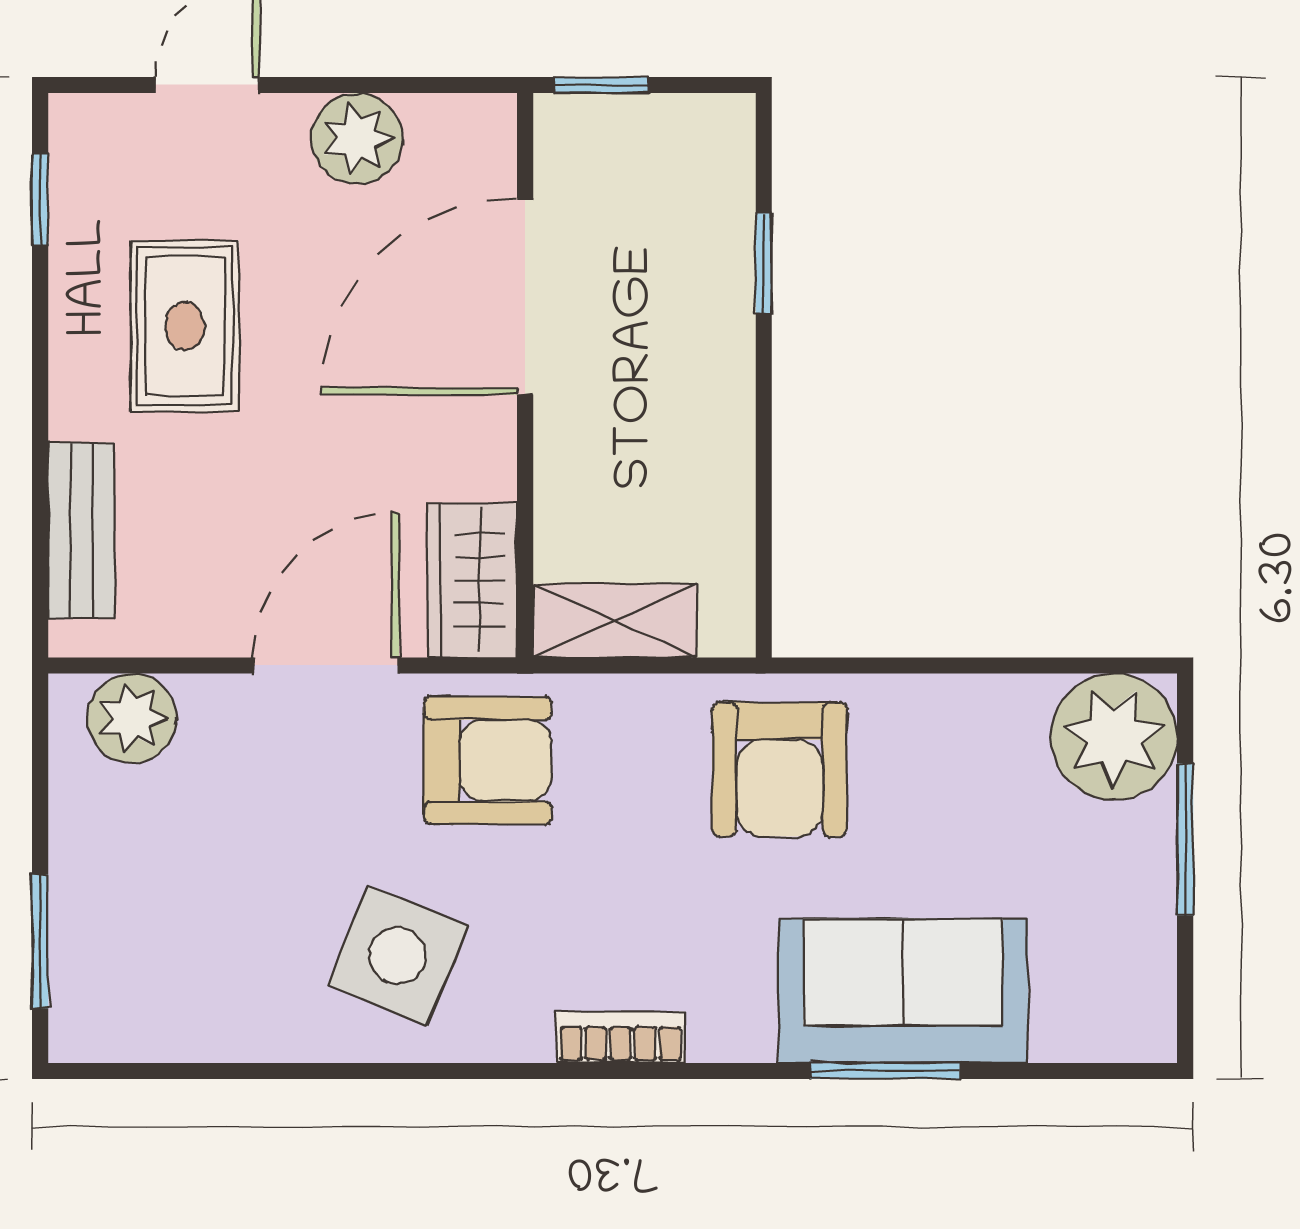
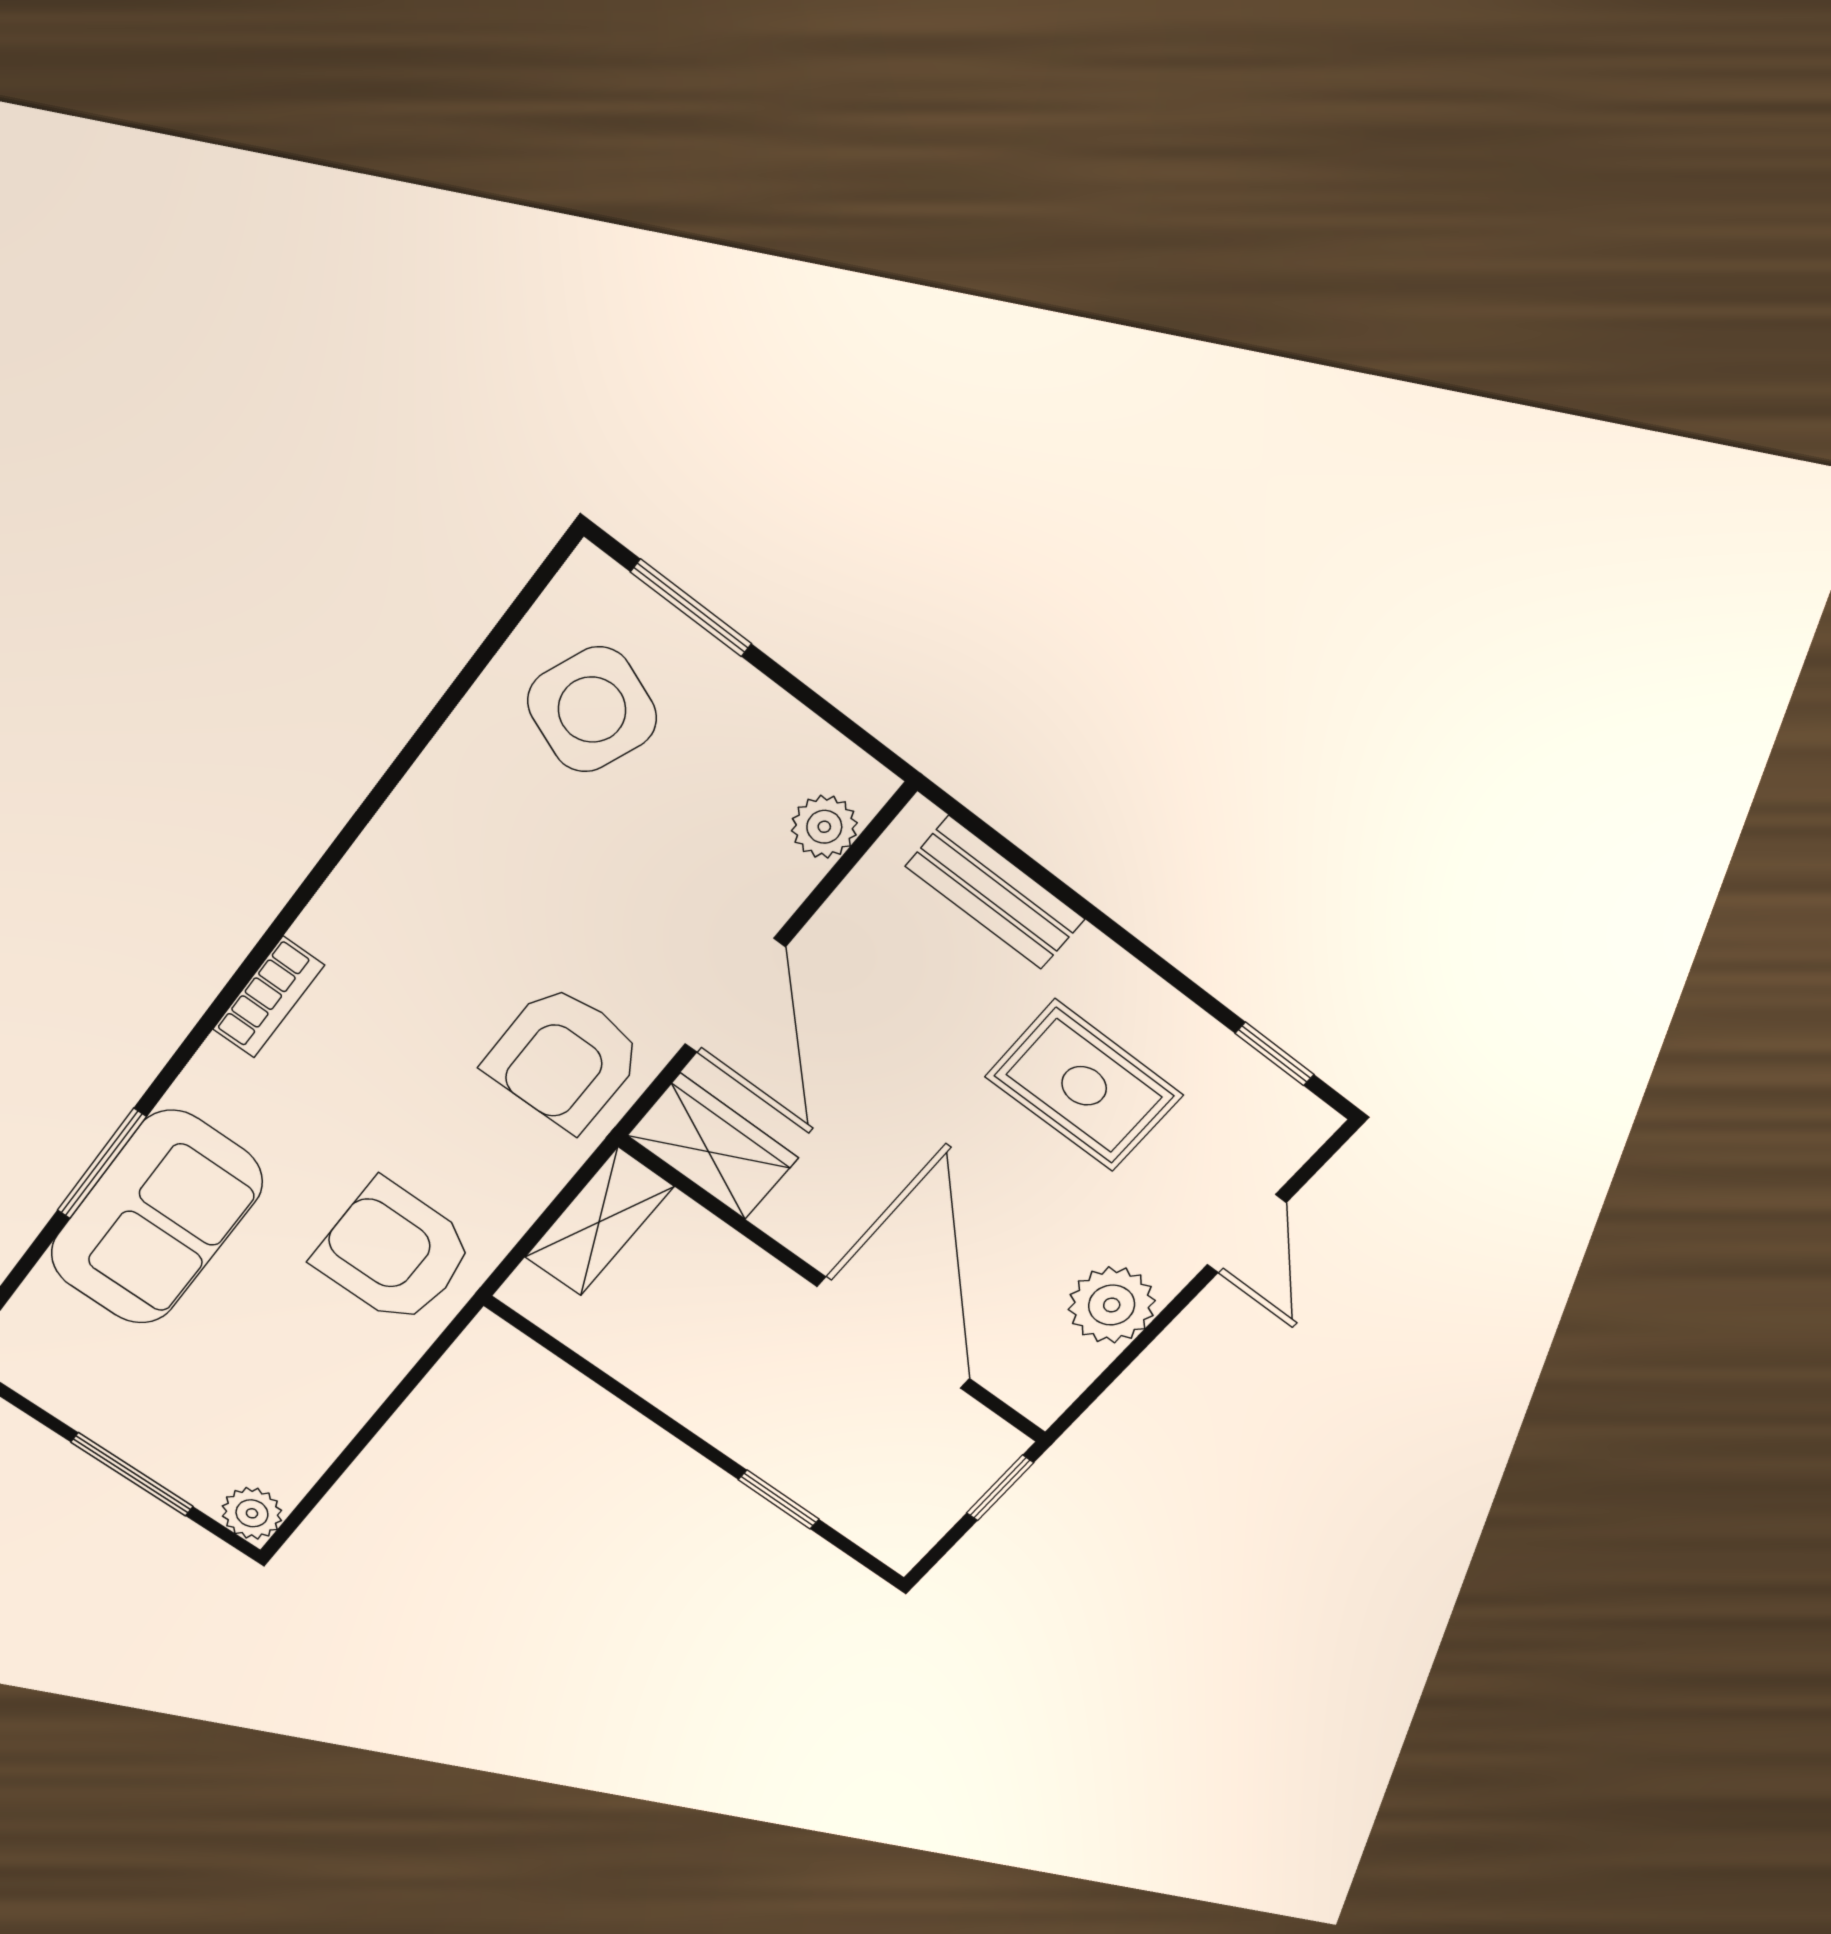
plant: (132, 718) -> (824, 827), width x0.73, depth x0.73
plant: (1114, 737) -> (252, 1513), width x0.53, depth x0.53
side table: (398, 956) -> (592, 710), moved

